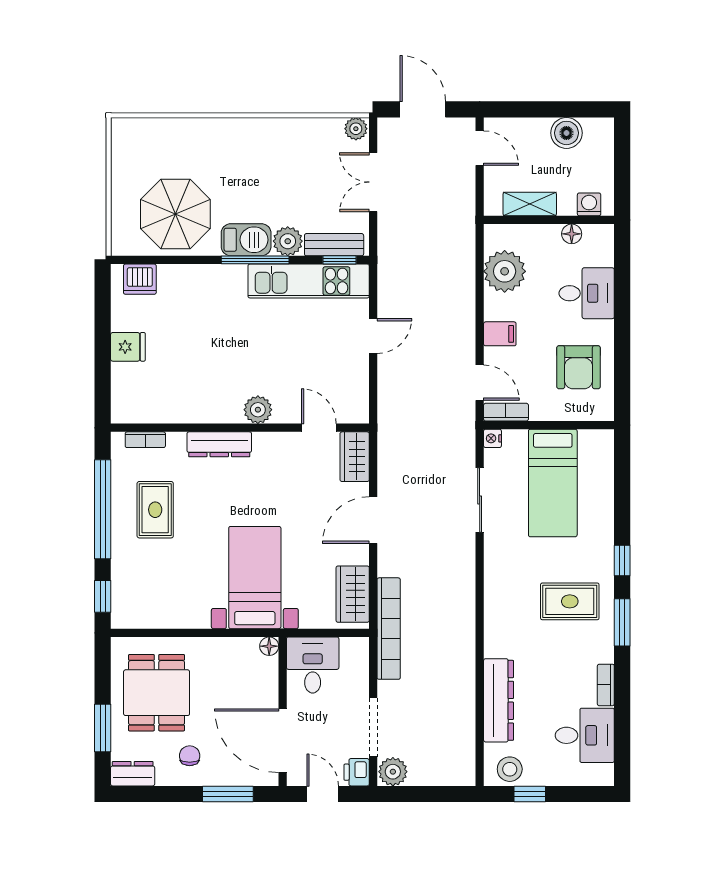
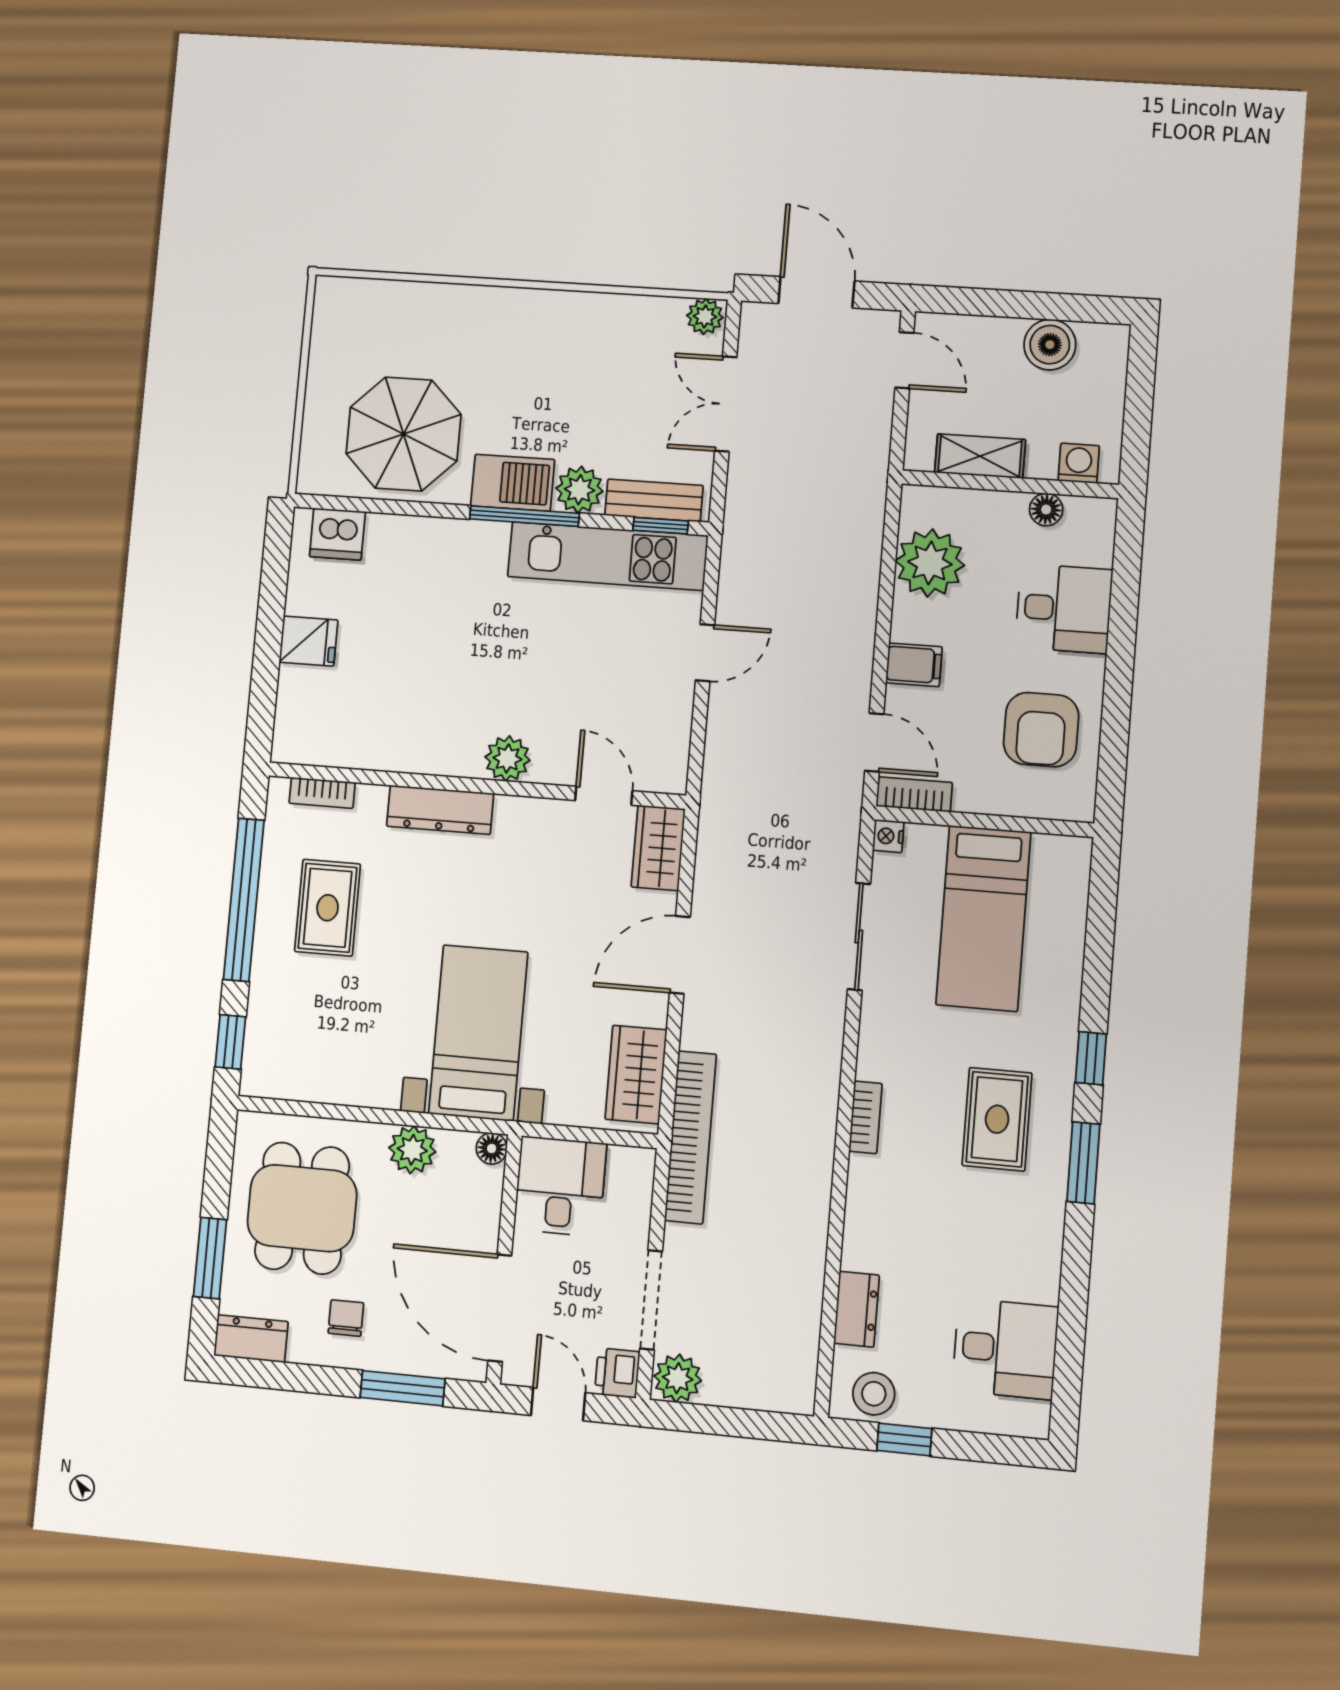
rug: (570, 601) -> (997, 1119), turned 90
plant: (221, 651) -> (412, 1150), added
bookcase: (606, 685) -> (865, 1117), moved, turned 180
dresser: (499, 700) -> (856, 1309), width x0.51, depth x0.80

